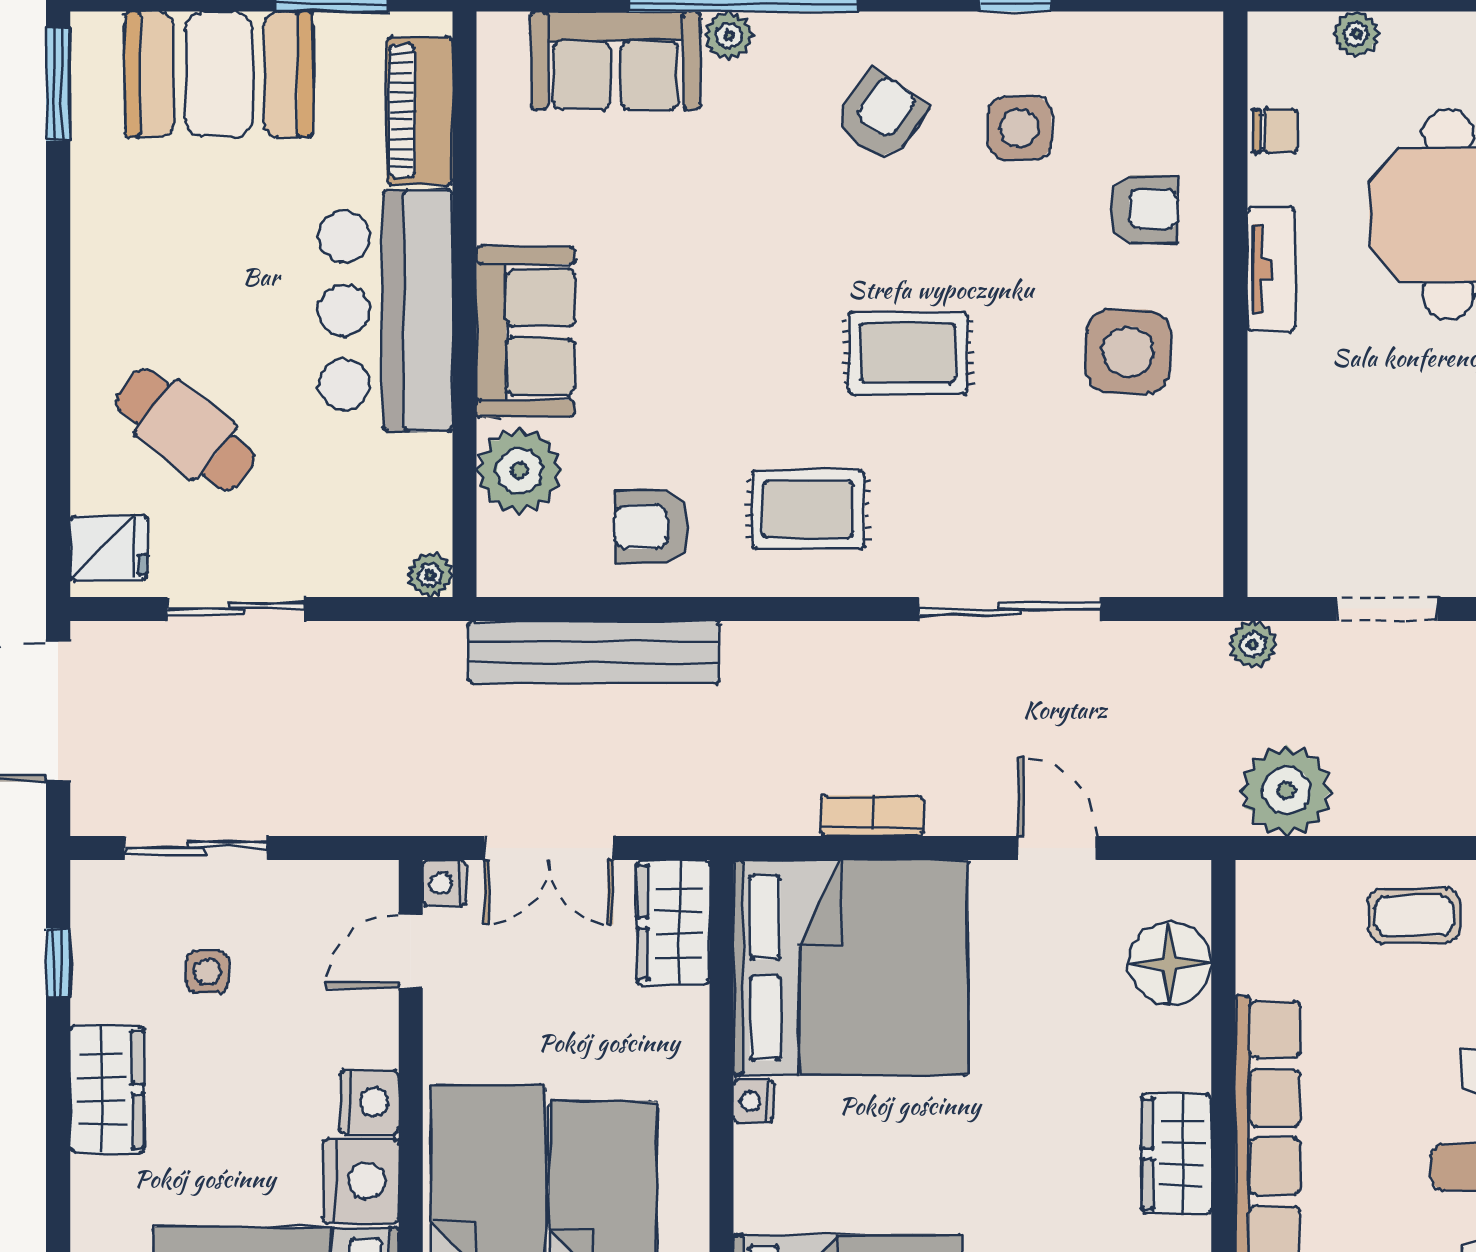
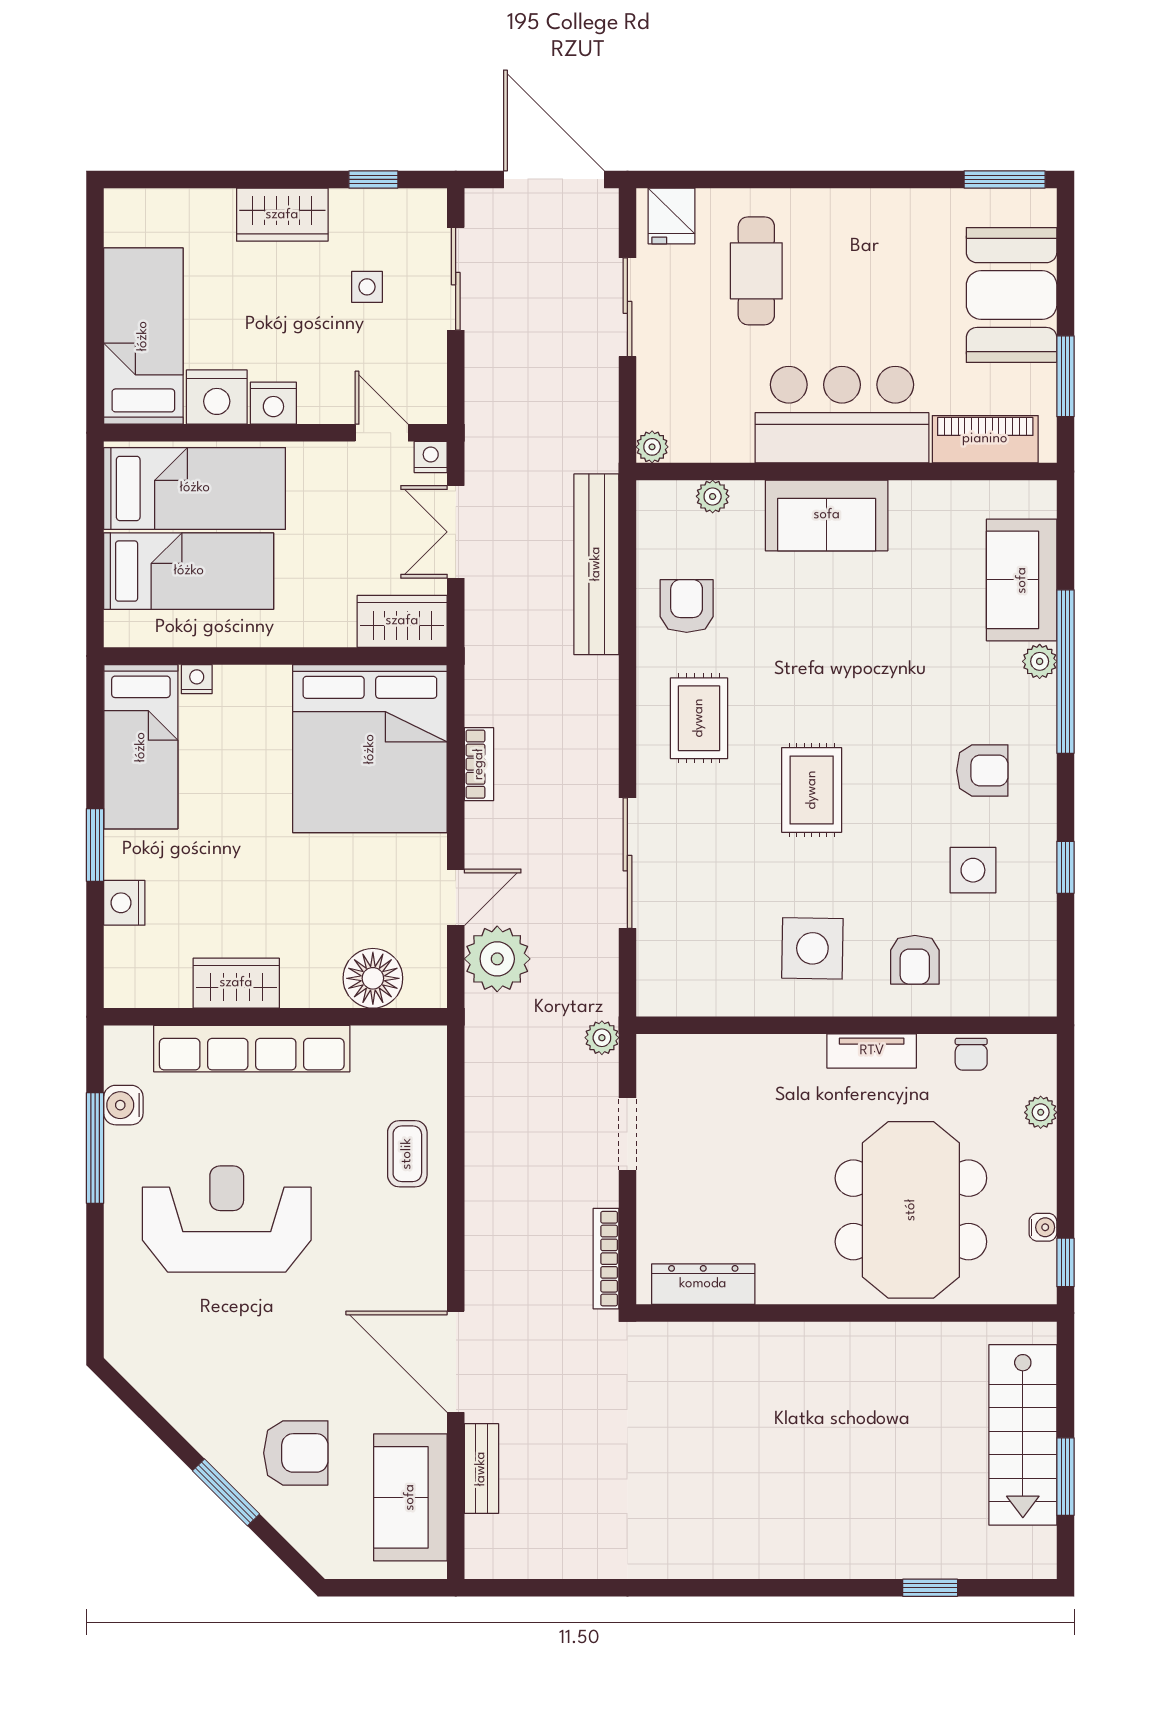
armchair: (881, 115) -> (982, 771), turned -35
cafe table: (185, 430) -> (756, 271), turned -38
plant: (519, 471) -> (713, 496), width x0.53, depth x0.53
plant: (1286, 790) -> (497, 959), moved
nightstand: (754, 1101) -> (197, 679), moved

